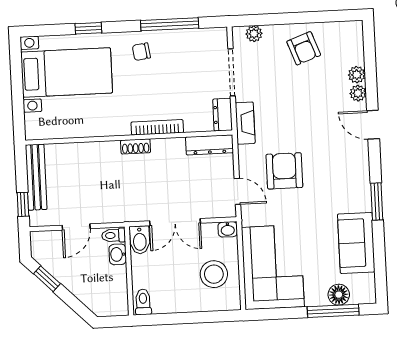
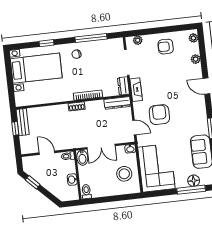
armchair: (304, 48) -> (166, 47), turned 110
plant: (358, 93) -> (193, 38), moved
bench: (36, 177) -> (23, 122), width x0.73
window: (23, 204) -> (15, 129), moved
door: (76, 227) -> (47, 153), swing flipped
washbasin: (118, 254) -> (72, 180), moved

